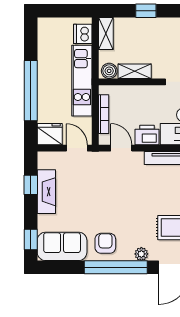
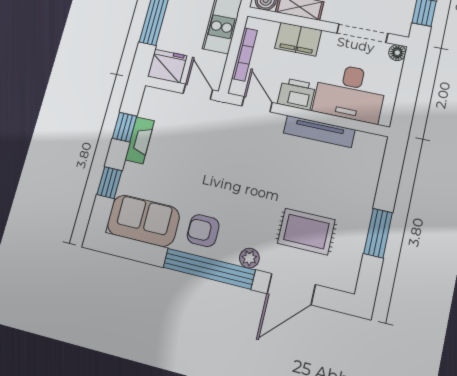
filing cabinet: (139, 95) -> (298, 39), added
fireplace: (46, 192) -> (140, 140), width x0.73, depth x0.76
window: (31, 240) -> (109, 183), moved
armchair: (105, 243) -> (203, 231), turned -90

